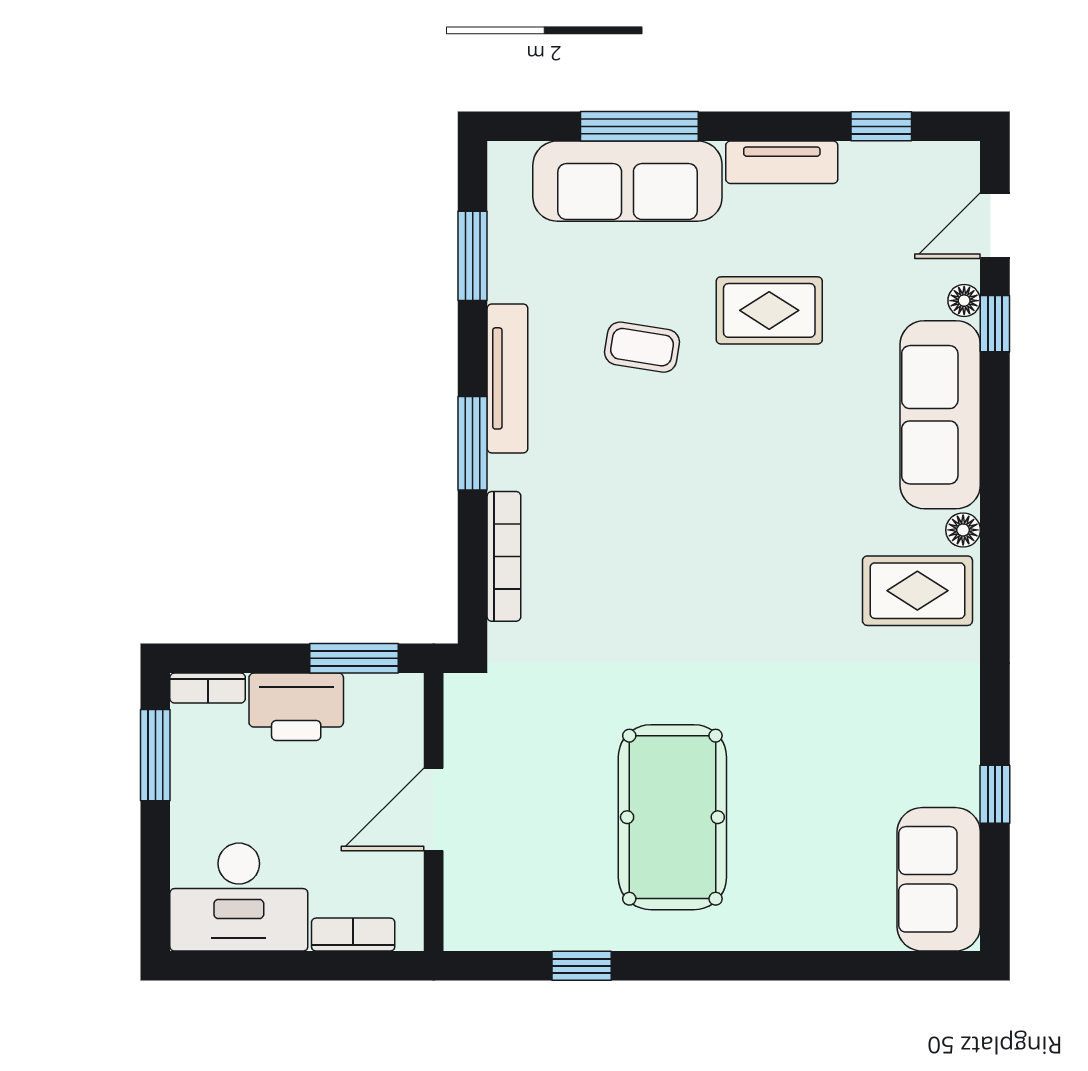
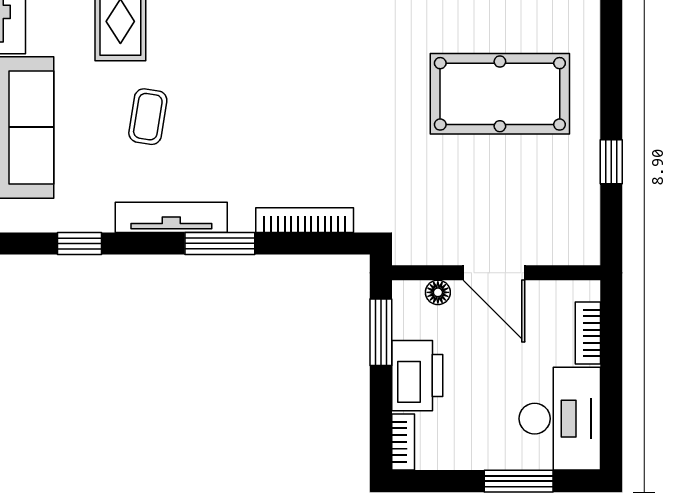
window: (473, 256) -> (80, 243), width x0.67
floor lamp: (407, 734) -> (438, 292), added
window: (155, 755) -> (519, 481), moved

